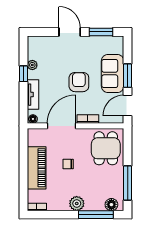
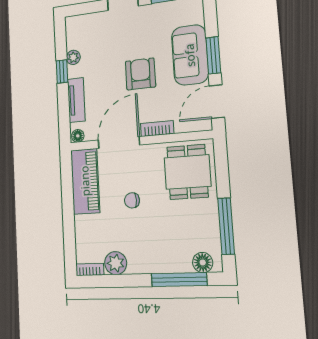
piano: (37, 168) -> (85, 181), moved
plant: (77, 203) -> (116, 263), moved

